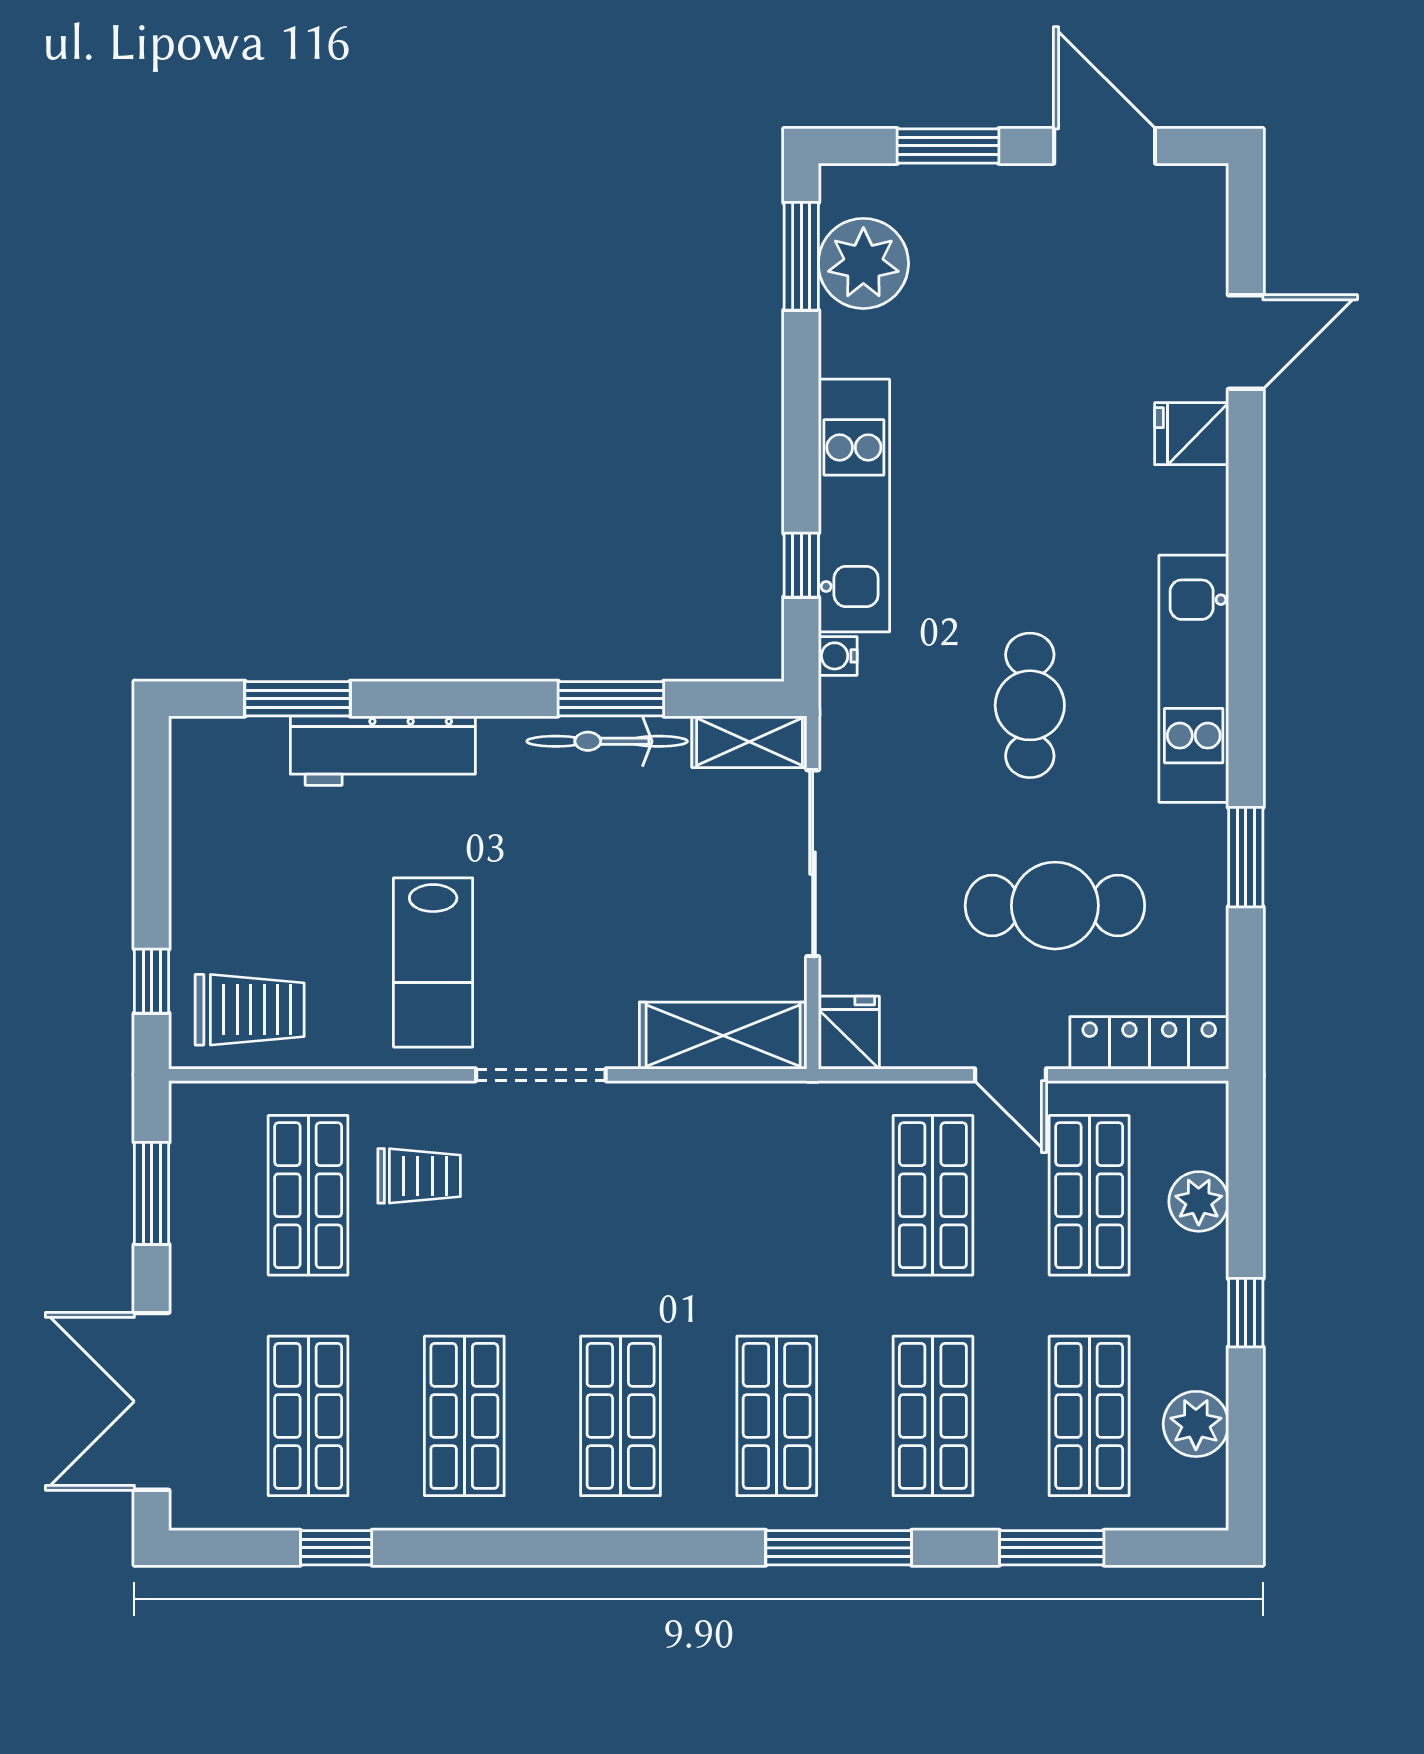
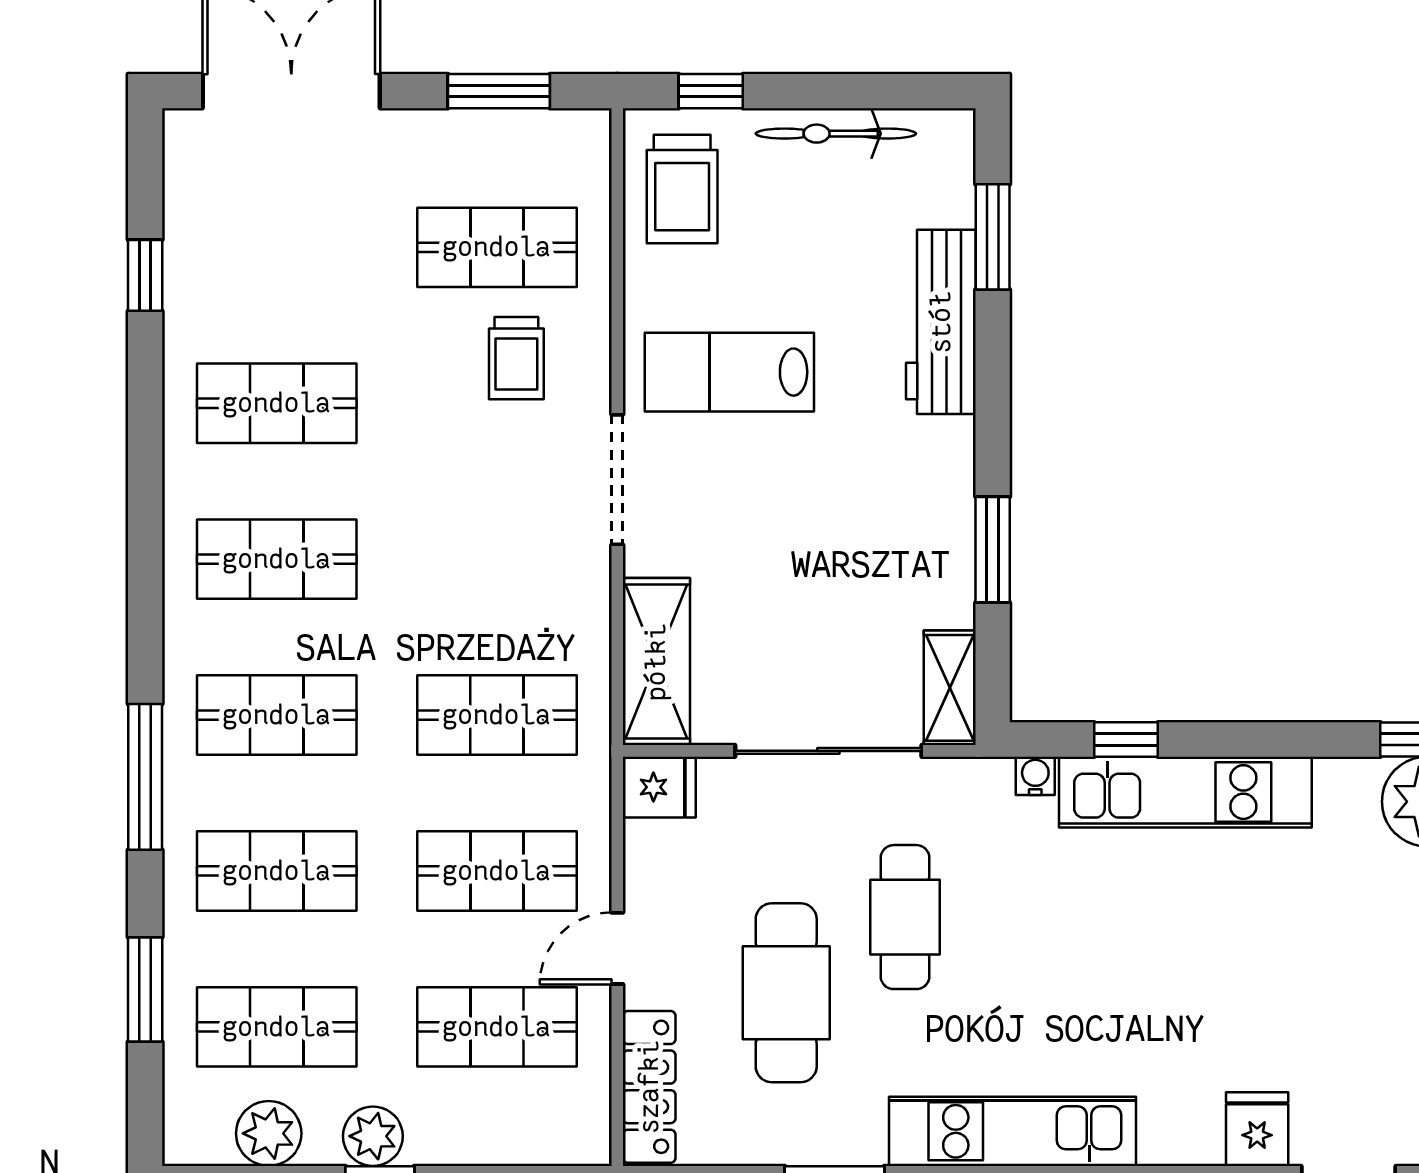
cafe table: (1030, 705) -> (905, 917), moved, turned 90
bicycle: (607, 741) -> (836, 134), moved, turned -90
plant: (1199, 1201) -> (373, 1136), moved
shop shelf: (308, 1416) -> (497, 715), moved

